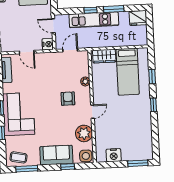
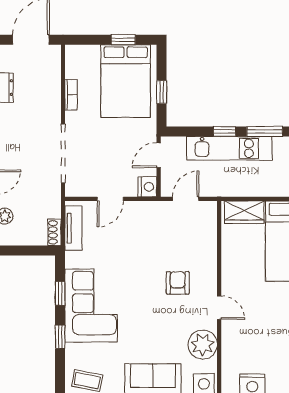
door: (53, 26) -> (159, 155), hinge flipped
door: (27, 52) -> (110, 199), hinge flipped
plant: (85, 81) -> (209, 255), removed
door: (92, 112) -> (219, 308), hinge flipped

